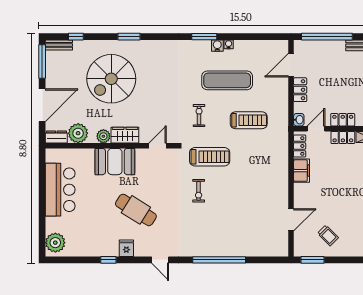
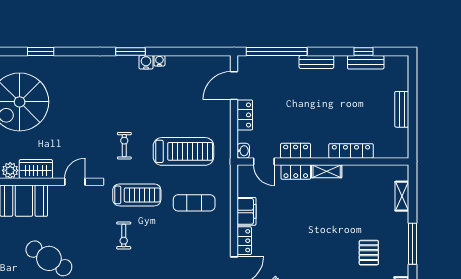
exercise mat: (227, 80) -> (194, 203), moved, width x0.73, depth x0.69
treadmill: (249, 120) -> (183, 151), width x1.37, depth x1.38
door: (316, 129) -> (264, 161), swing flipped
locker: (300, 146) -> (244, 241), moved

